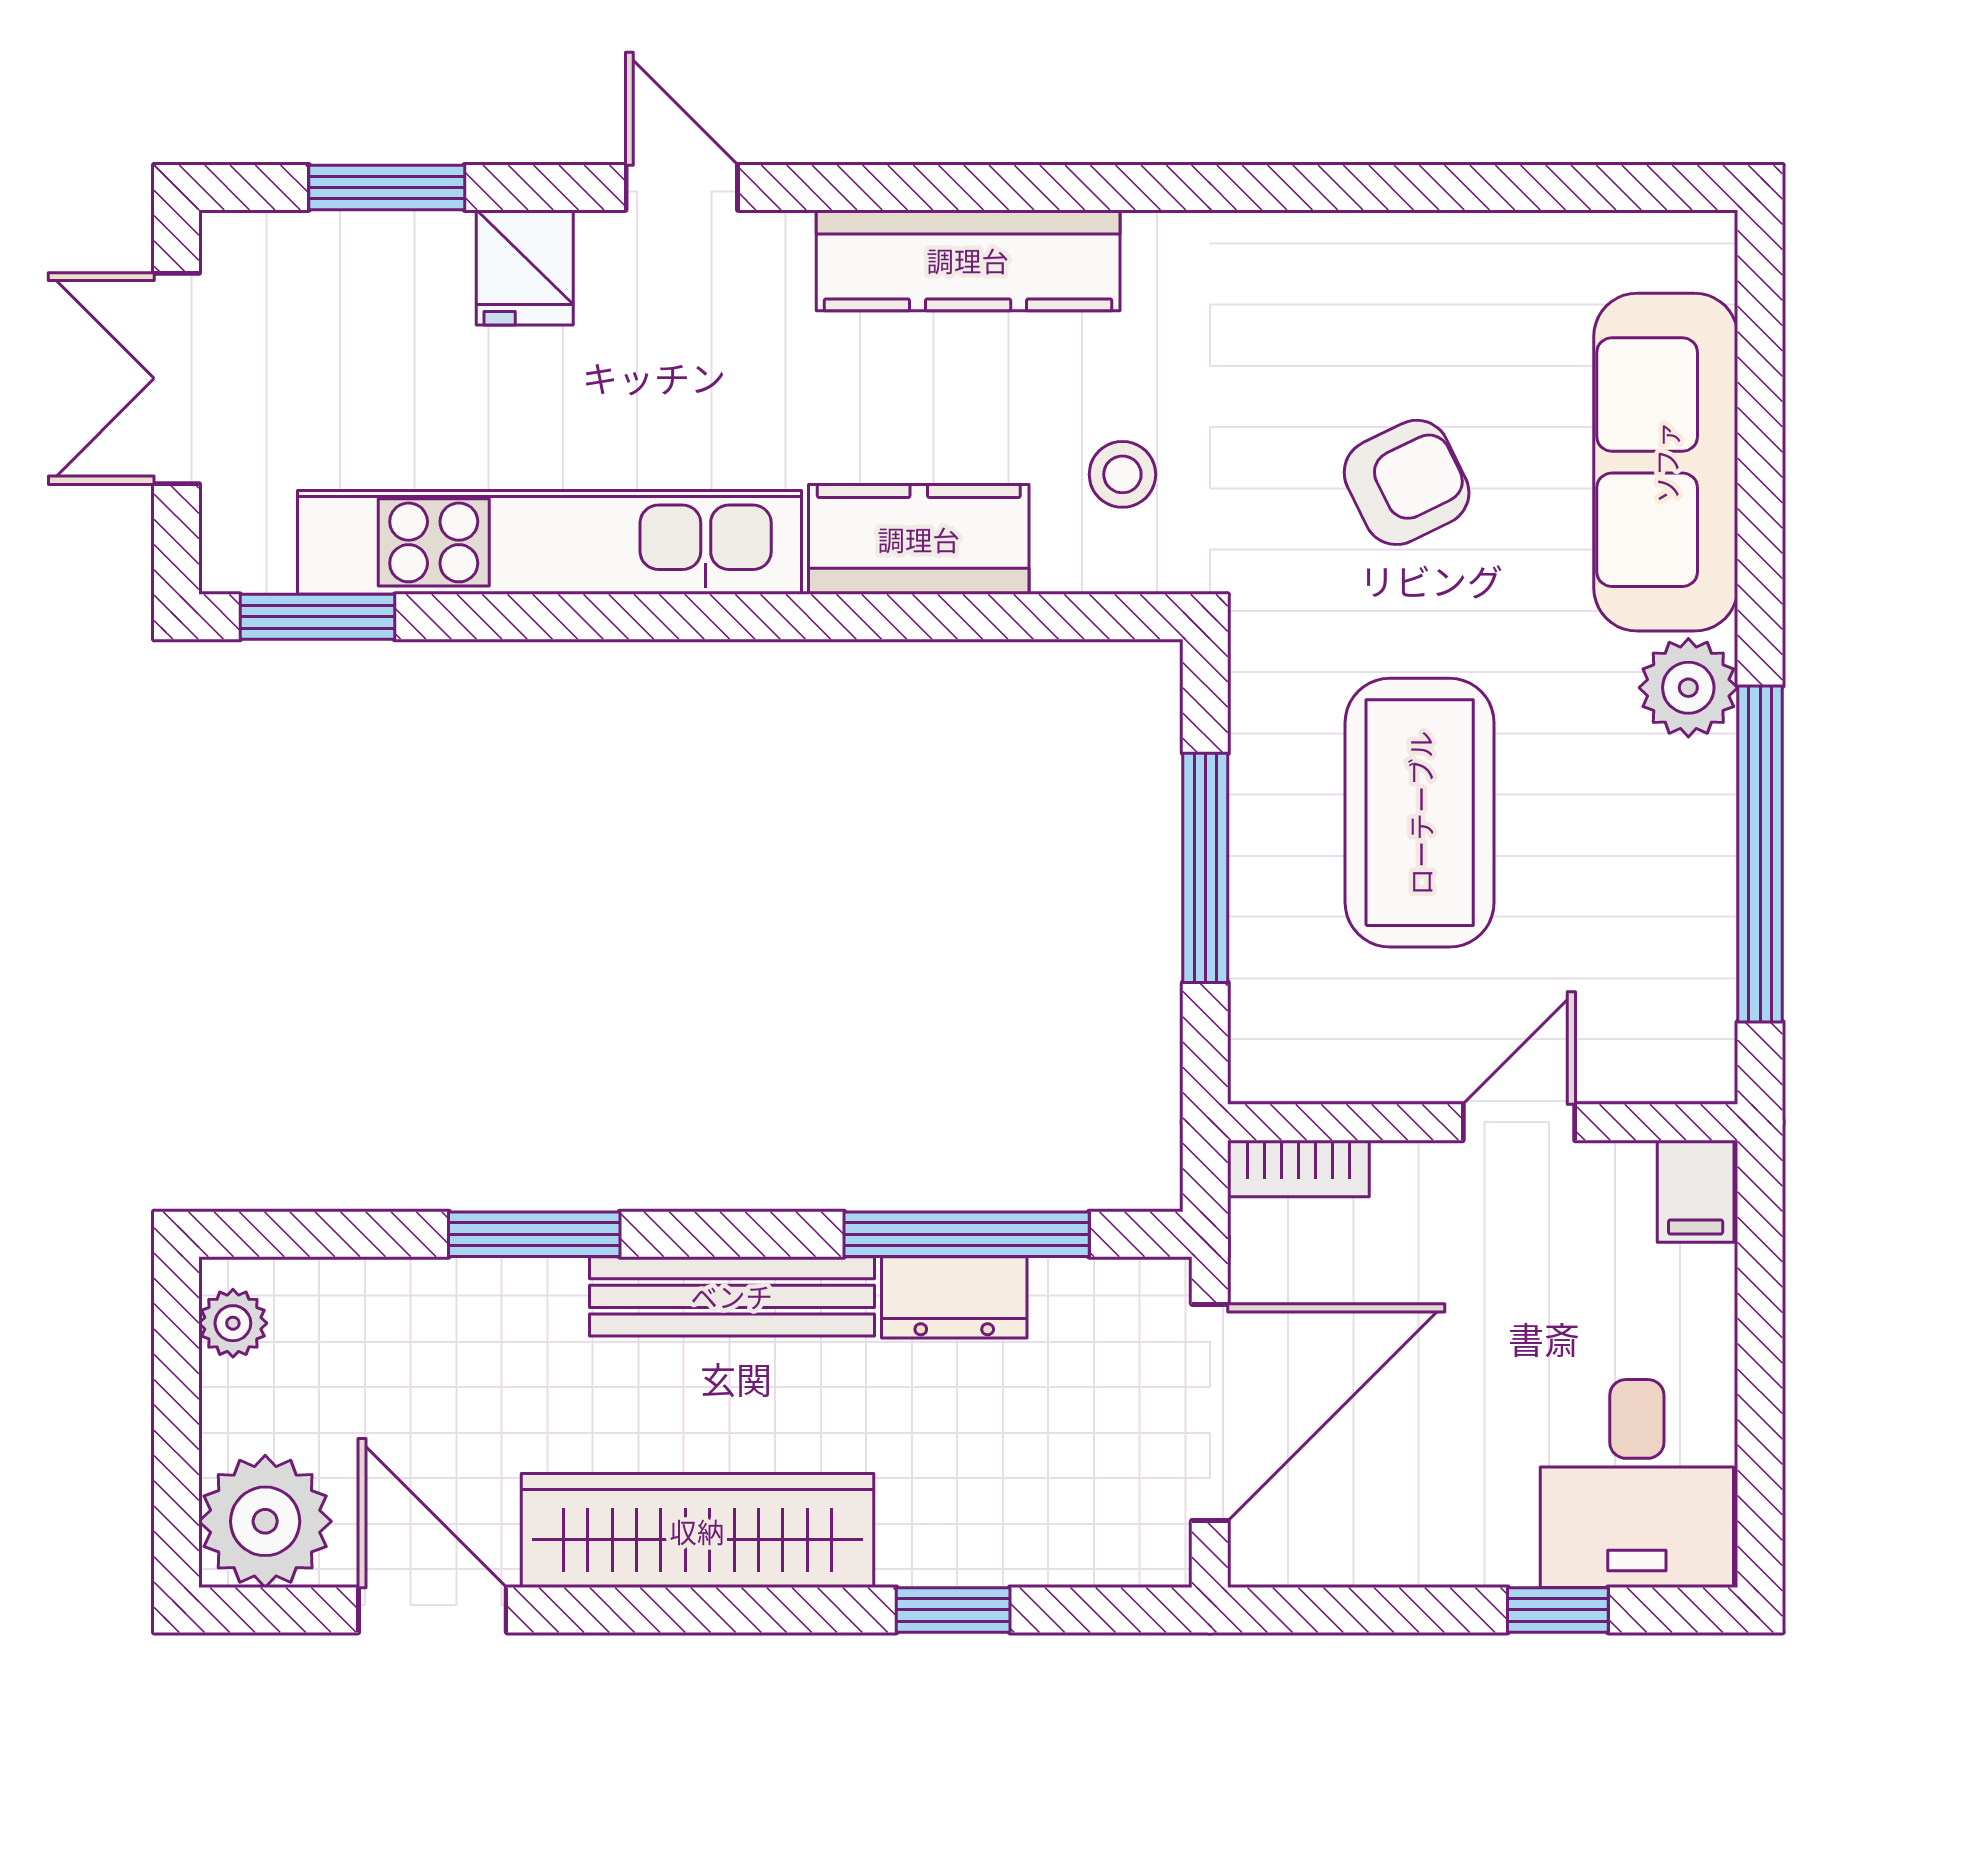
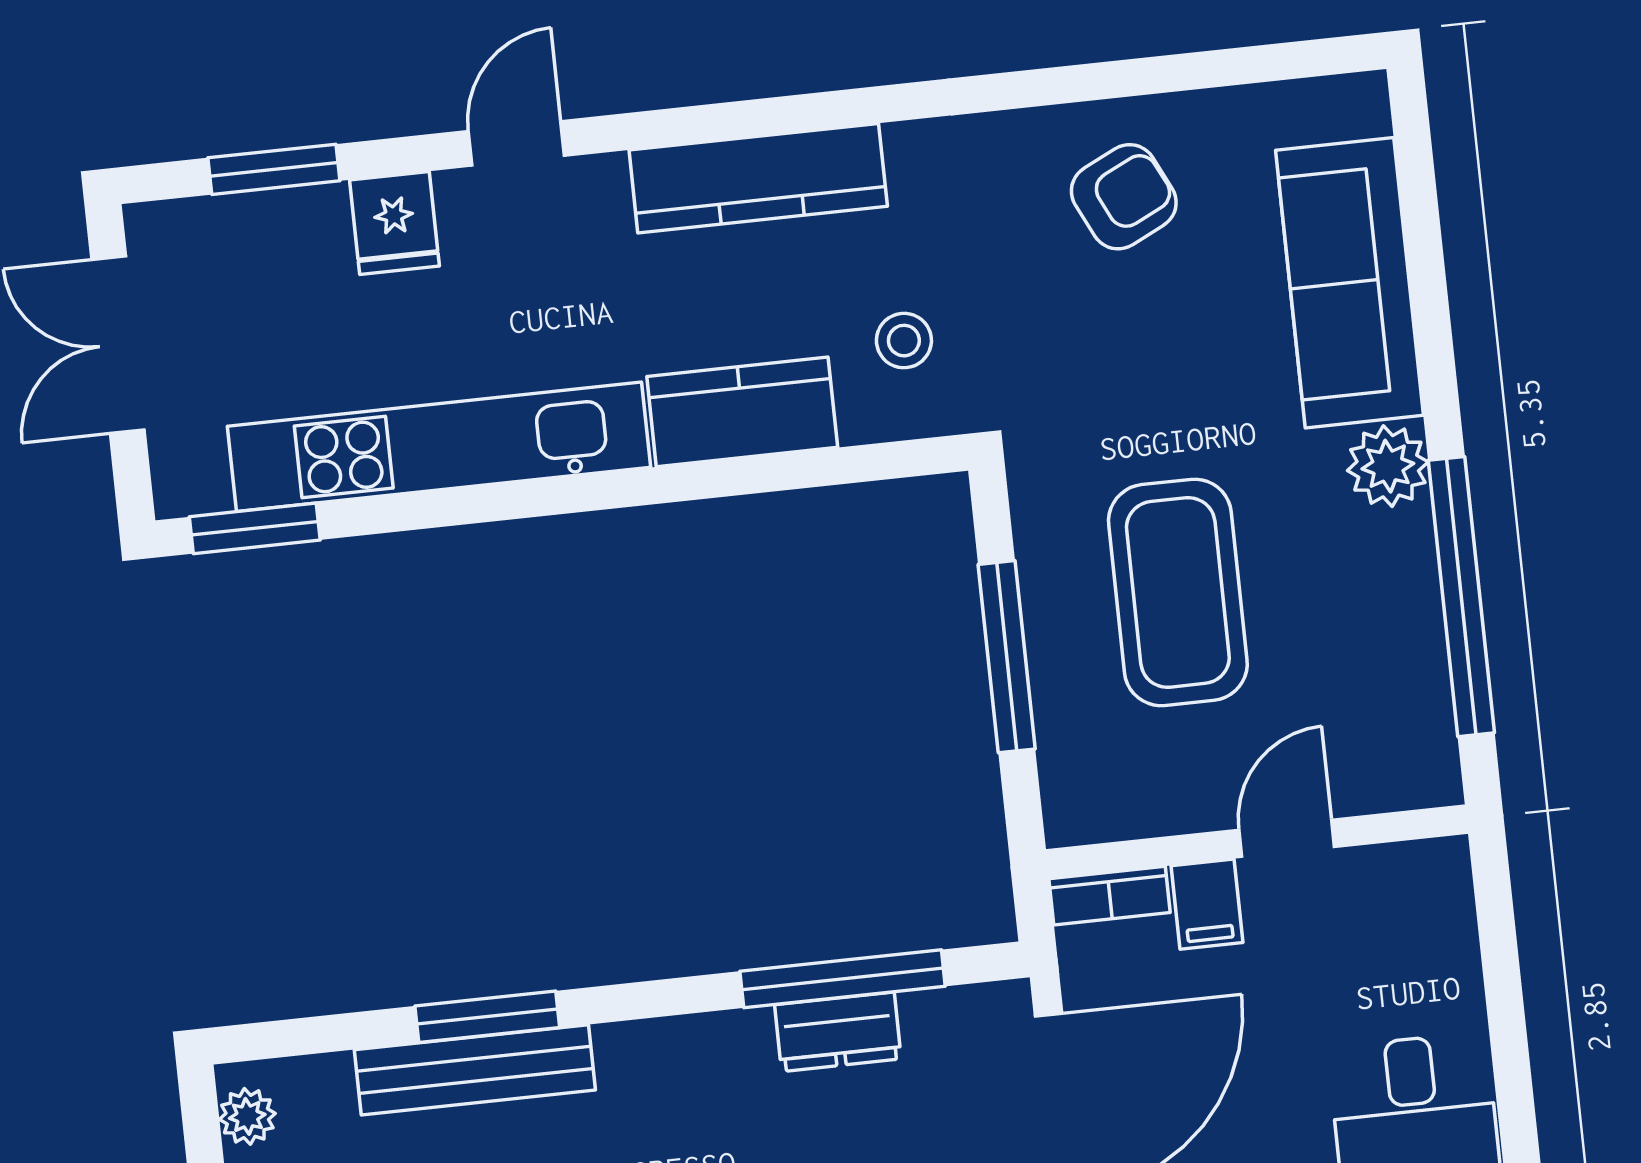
door: (682, 187) -> (516, 143), hinge flipped
armchair: (1407, 482) -> (1124, 197), moved
filing cabinet: (1696, 1191) -> (1207, 904), moved
bench: (732, 1296) -> (475, 1070), moved

